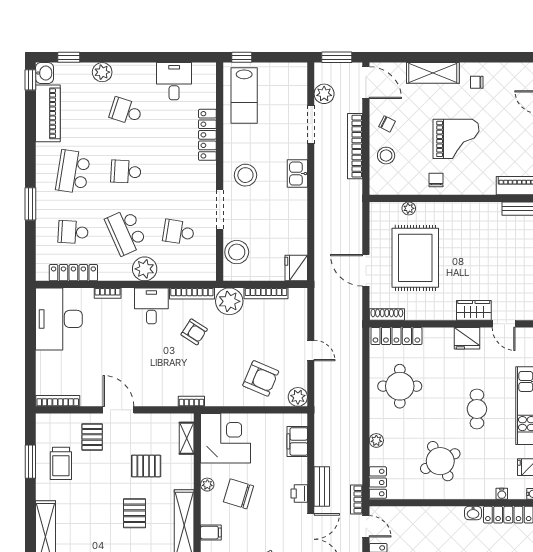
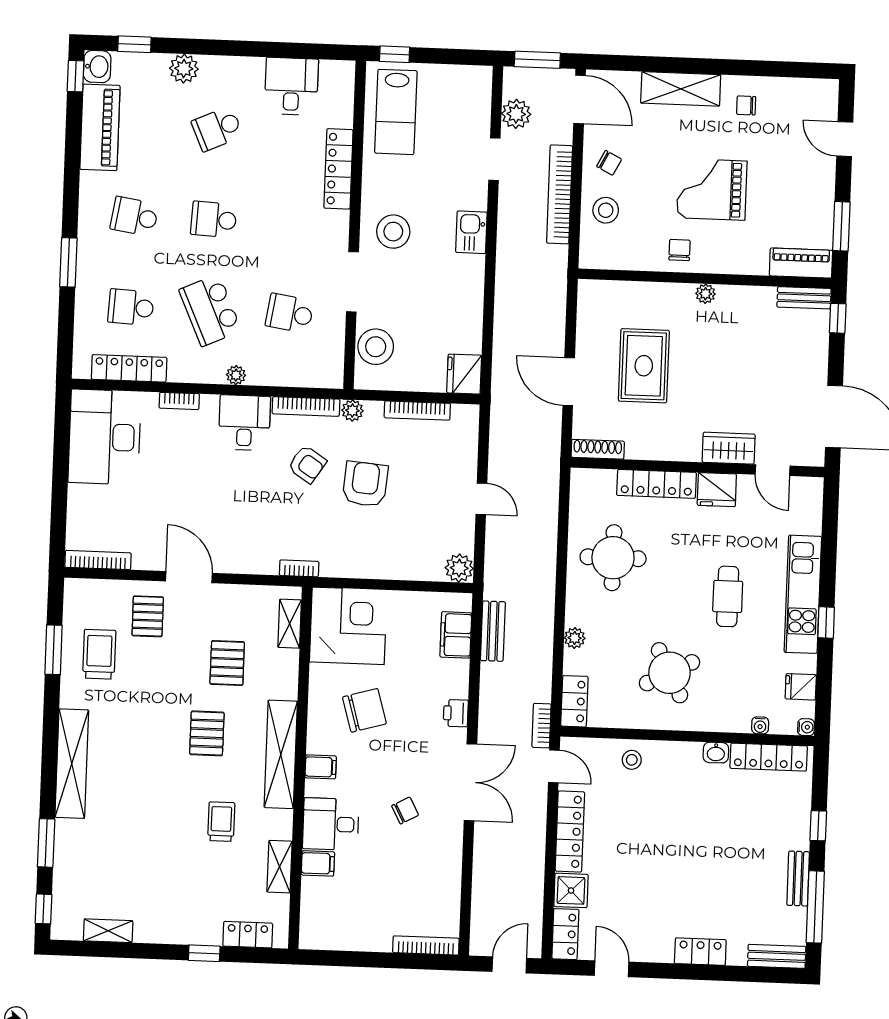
school desk: (126, 111) -> (217, 129), turned -42
doorway: (311, 124) -> (494, 159), width x0.73
grand piano: (456, 139) -> (712, 189), turned 180
school desk: (73, 172) -> (134, 216), width x0.54
plant: (409, 208) -> (705, 294), moved
rug: (415, 258) -> (644, 366), width x0.73, depth x0.69
plant: (145, 269) -> (236, 375), width x0.53, depth x0.53
plant: (229, 301) -> (352, 410), width x0.53, depth x0.53
locker: (396, 336) -> (656, 484), moved
armchair: (261, 378) -> (365, 484), moved, turned -108
trolley: (61, 463) -> (99, 654), turned 180
pallet: (146, 466) -> (227, 663), turned 90
plant: (207, 485) -> (318, 694), removed
bench: (322, 487) -> (493, 631), moved
chair: (239, 494) -> (364, 710), turned 147
stool: (417, 520) -> (632, 760), added

